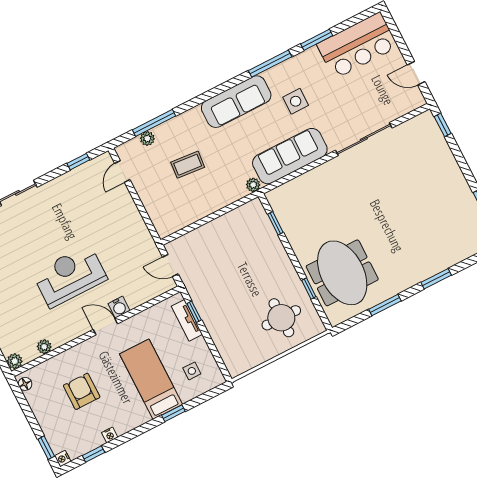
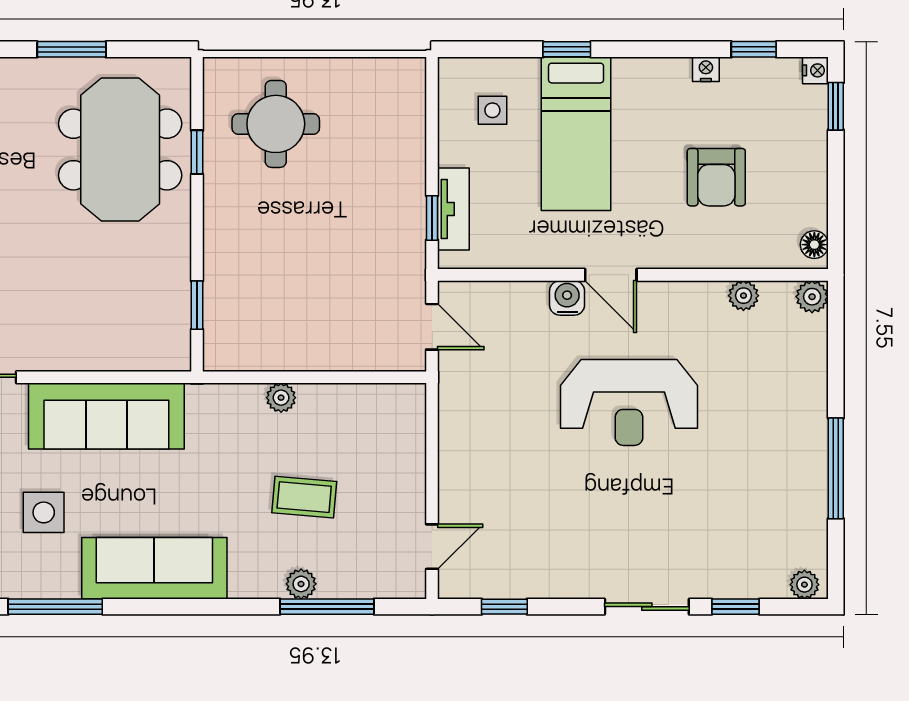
plant: (147, 139) -> (301, 584), moved
plant: (253, 185) -> (281, 398), moved

